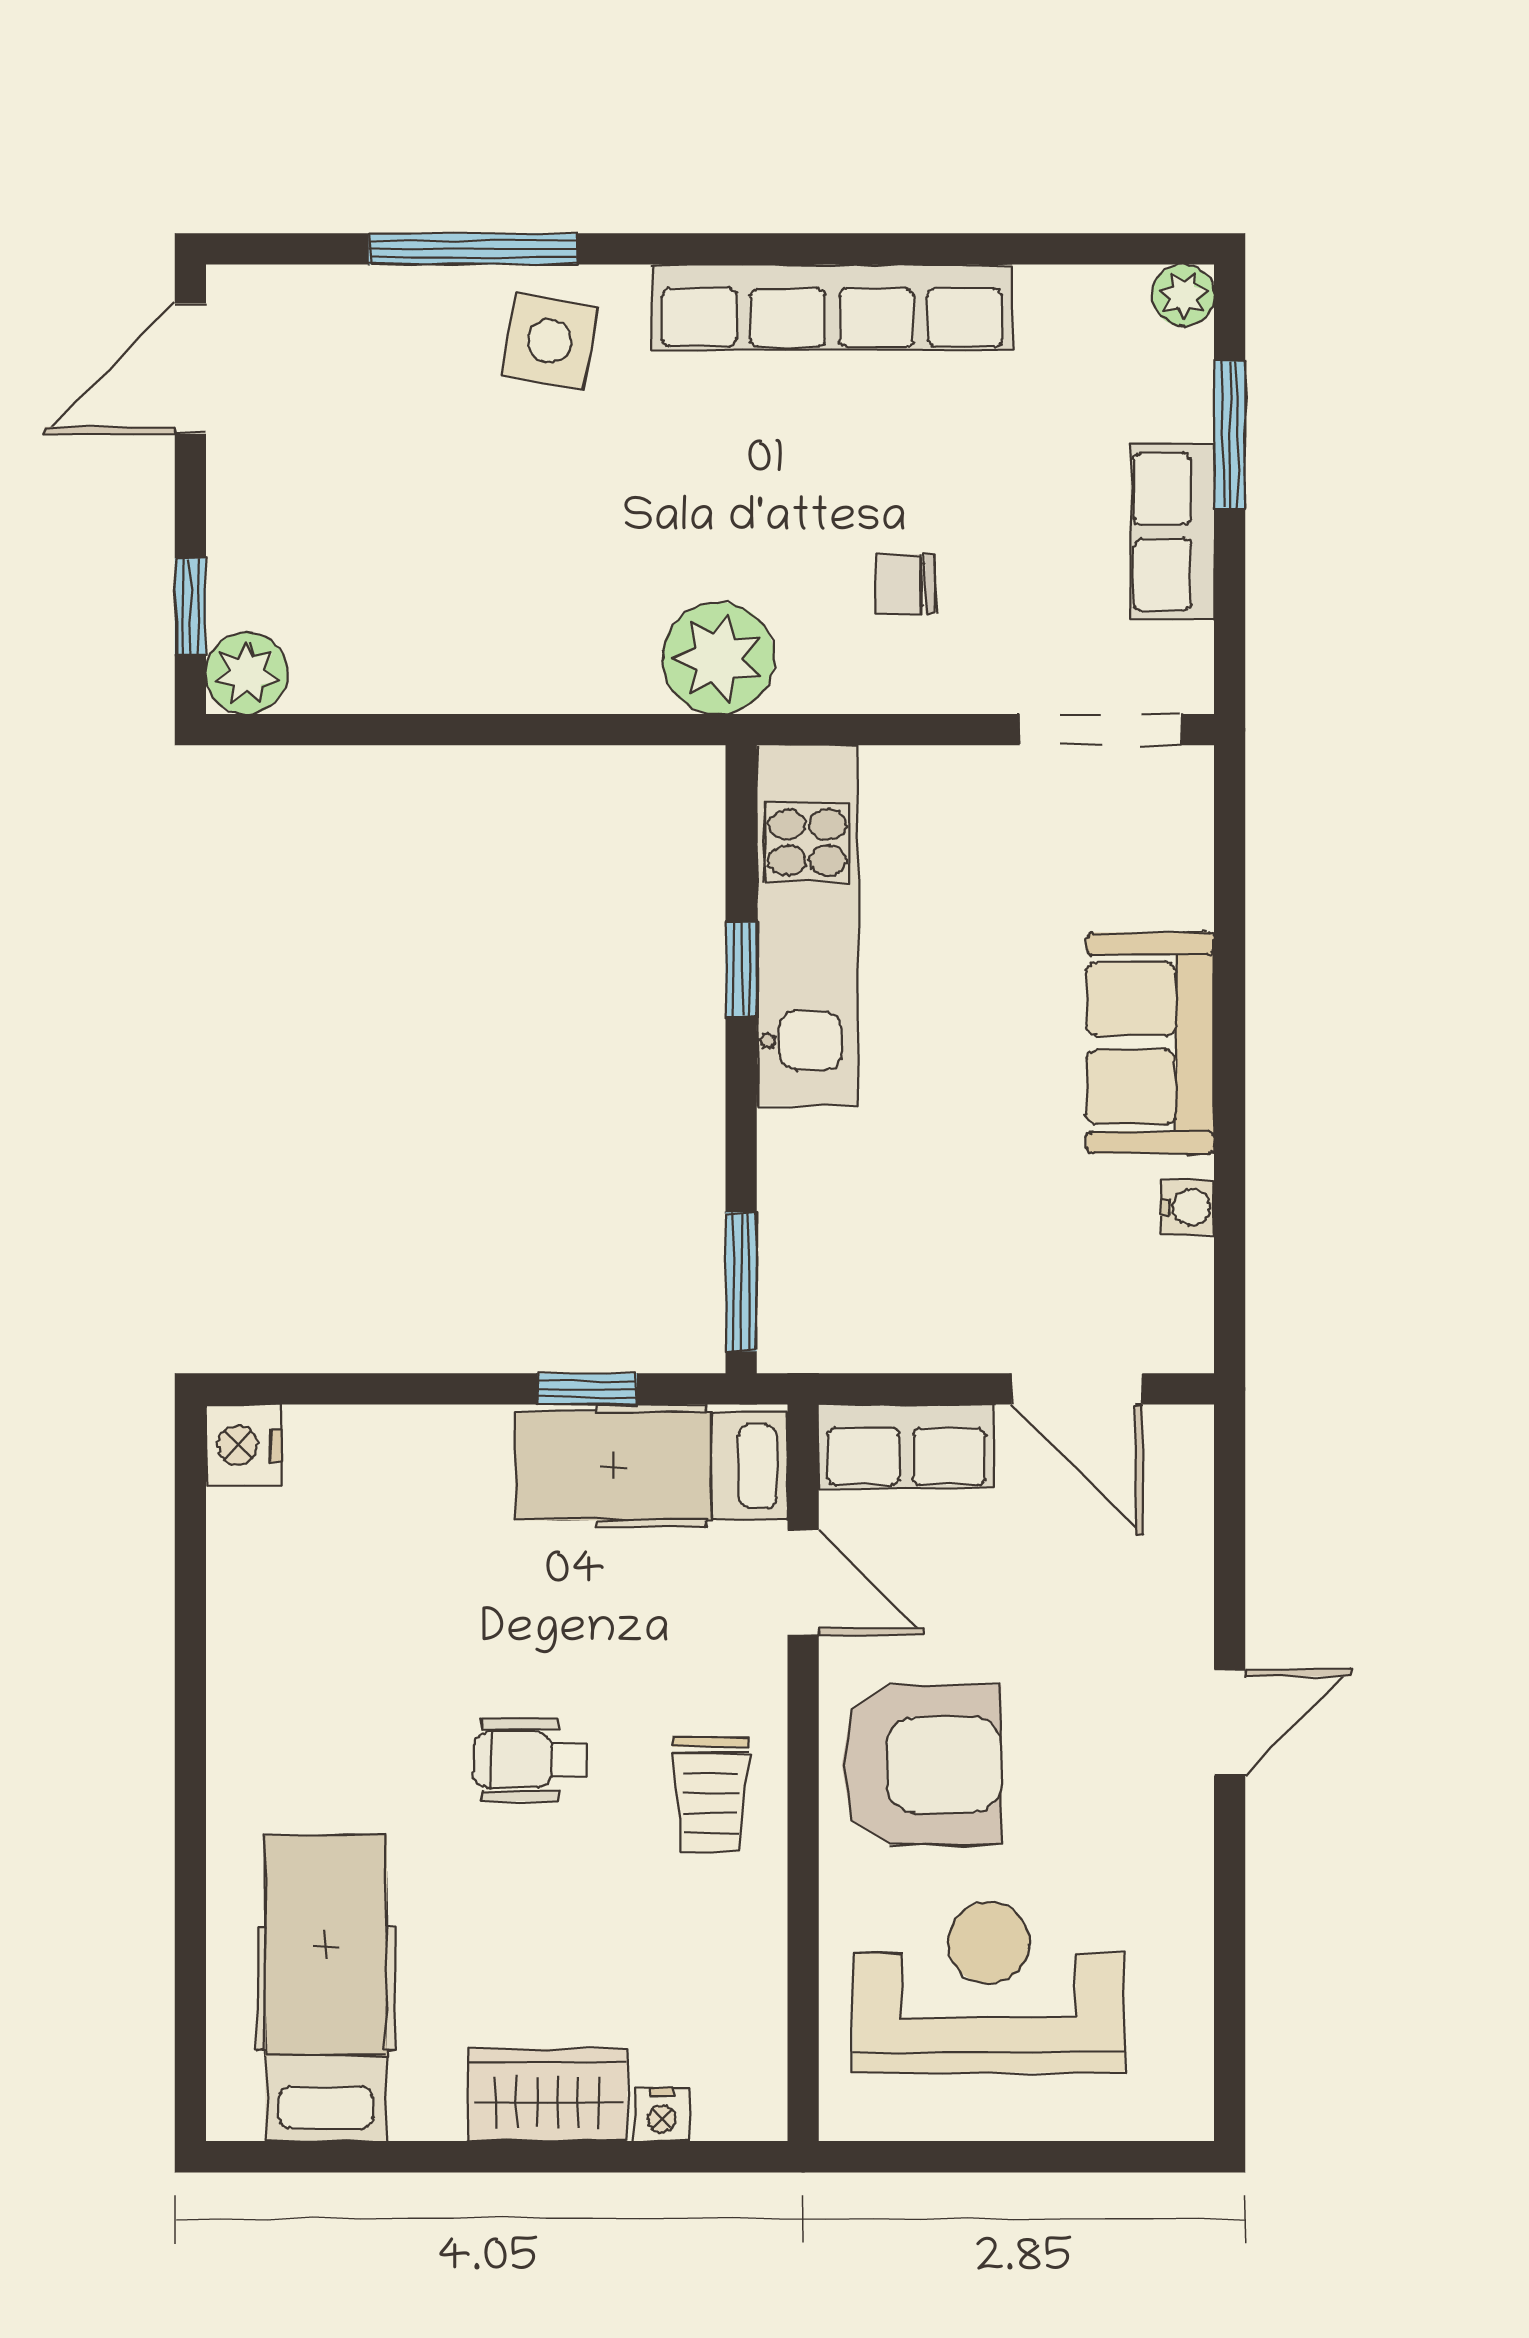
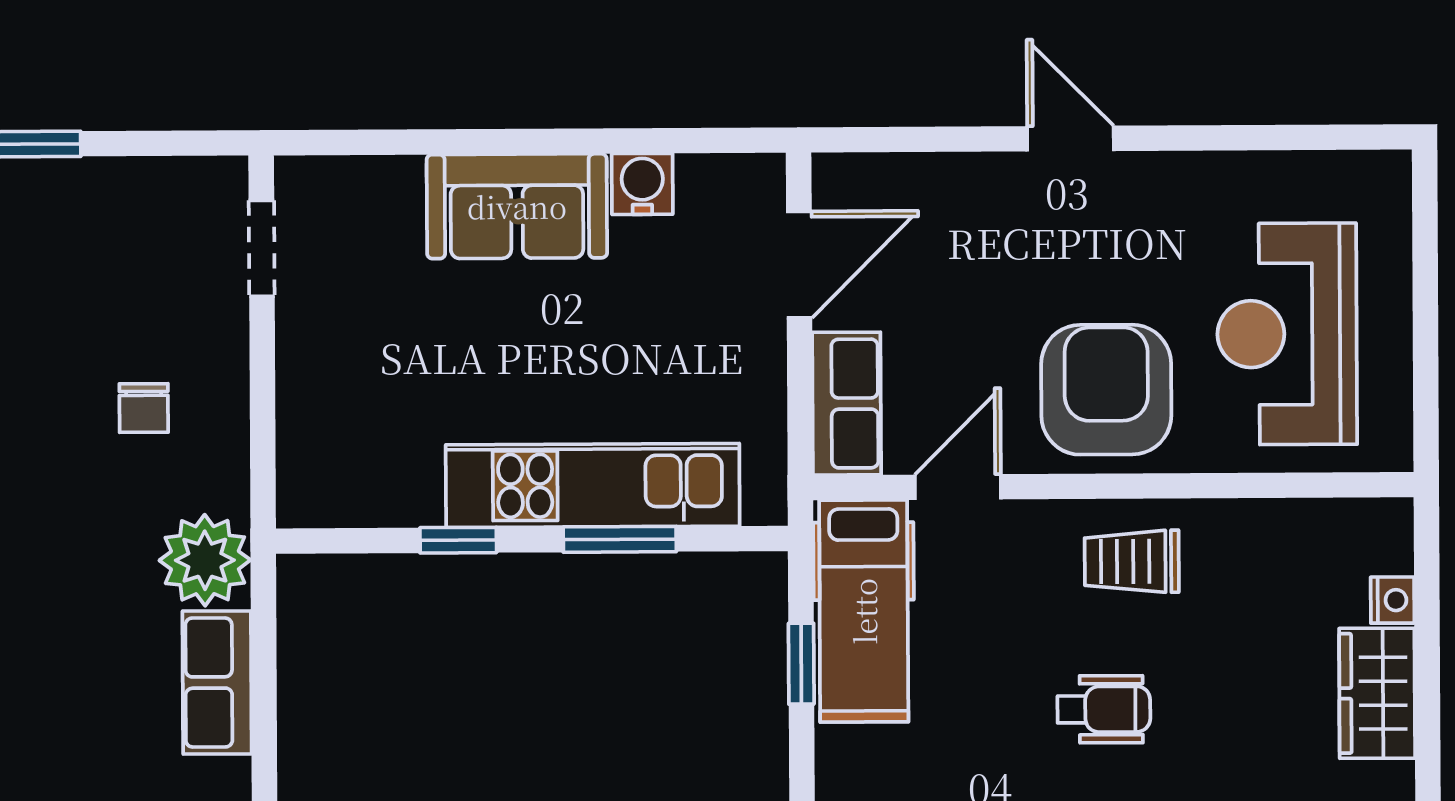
row of seats: (1172, 532) -> (217, 682), moved, turned 90
doorway: (1100, 730) -> (262, 248), width x0.73
kitchen unit: (807, 925) -> (593, 485), moved
water cooler: (1187, 1207) -> (642, 184), width x1.38, depth x1.38
window: (741, 1282) -> (620, 539), moved
wheelchair: (530, 1760) -> (1104, 709), turned -90
trolley: (711, 1795) -> (1132, 561), turned 180

